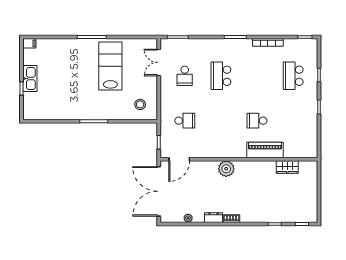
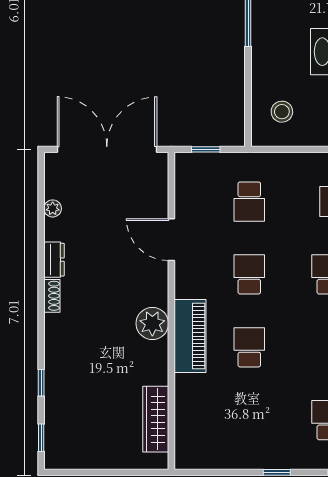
school desk: (221, 121) -> (249, 274), added
piano: (265, 150) -> (190, 336), moved
door: (179, 159) -> (171, 240), moved
wardrobe: (287, 167) -> (156, 419), width x1.50
plant: (226, 169) -> (152, 323), moved

